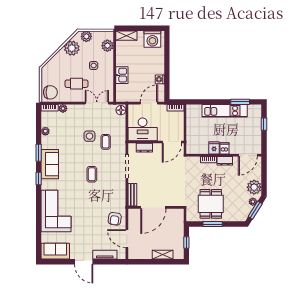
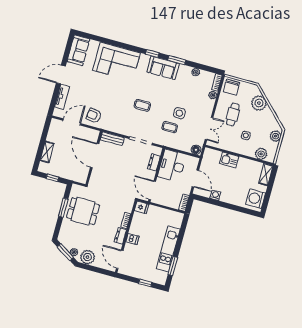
plant: (72, 48) -> (259, 103), moved
fridge: (214, 148) -> (142, 207), moved

